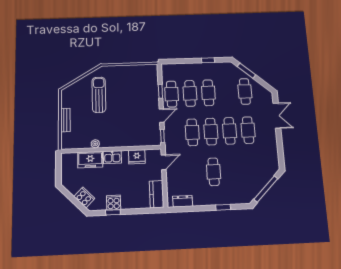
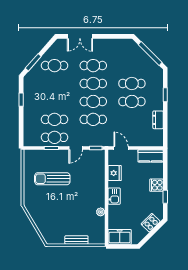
cafe table: (208, 93) -> (132, 84), moved
sun lounger: (99, 95) -> (52, 179), moved
door: (162, 116) -> (76, 148), swing flipped
double door: (277, 116) -> (80, 36), swing flipped
freezer: (90, 160) -> (120, 237), moved, turned -90
dresser: (183, 201) -> (158, 120), moved
cooker: (114, 203) -> (156, 185), moved

